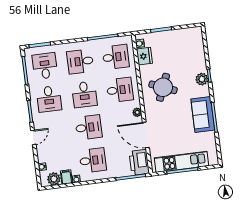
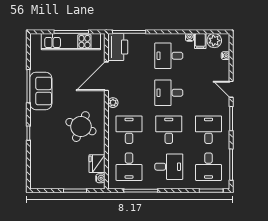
desk: (116, 57) -> (129, 167), turned -90
plant: (202, 79) -> (37, 130), removed
desk: (120, 90) -> (129, 130), turned 90
door: (146, 135) -> (106, 76), swing flipped
door: (33, 137) -> (231, 89), hinge flipped

